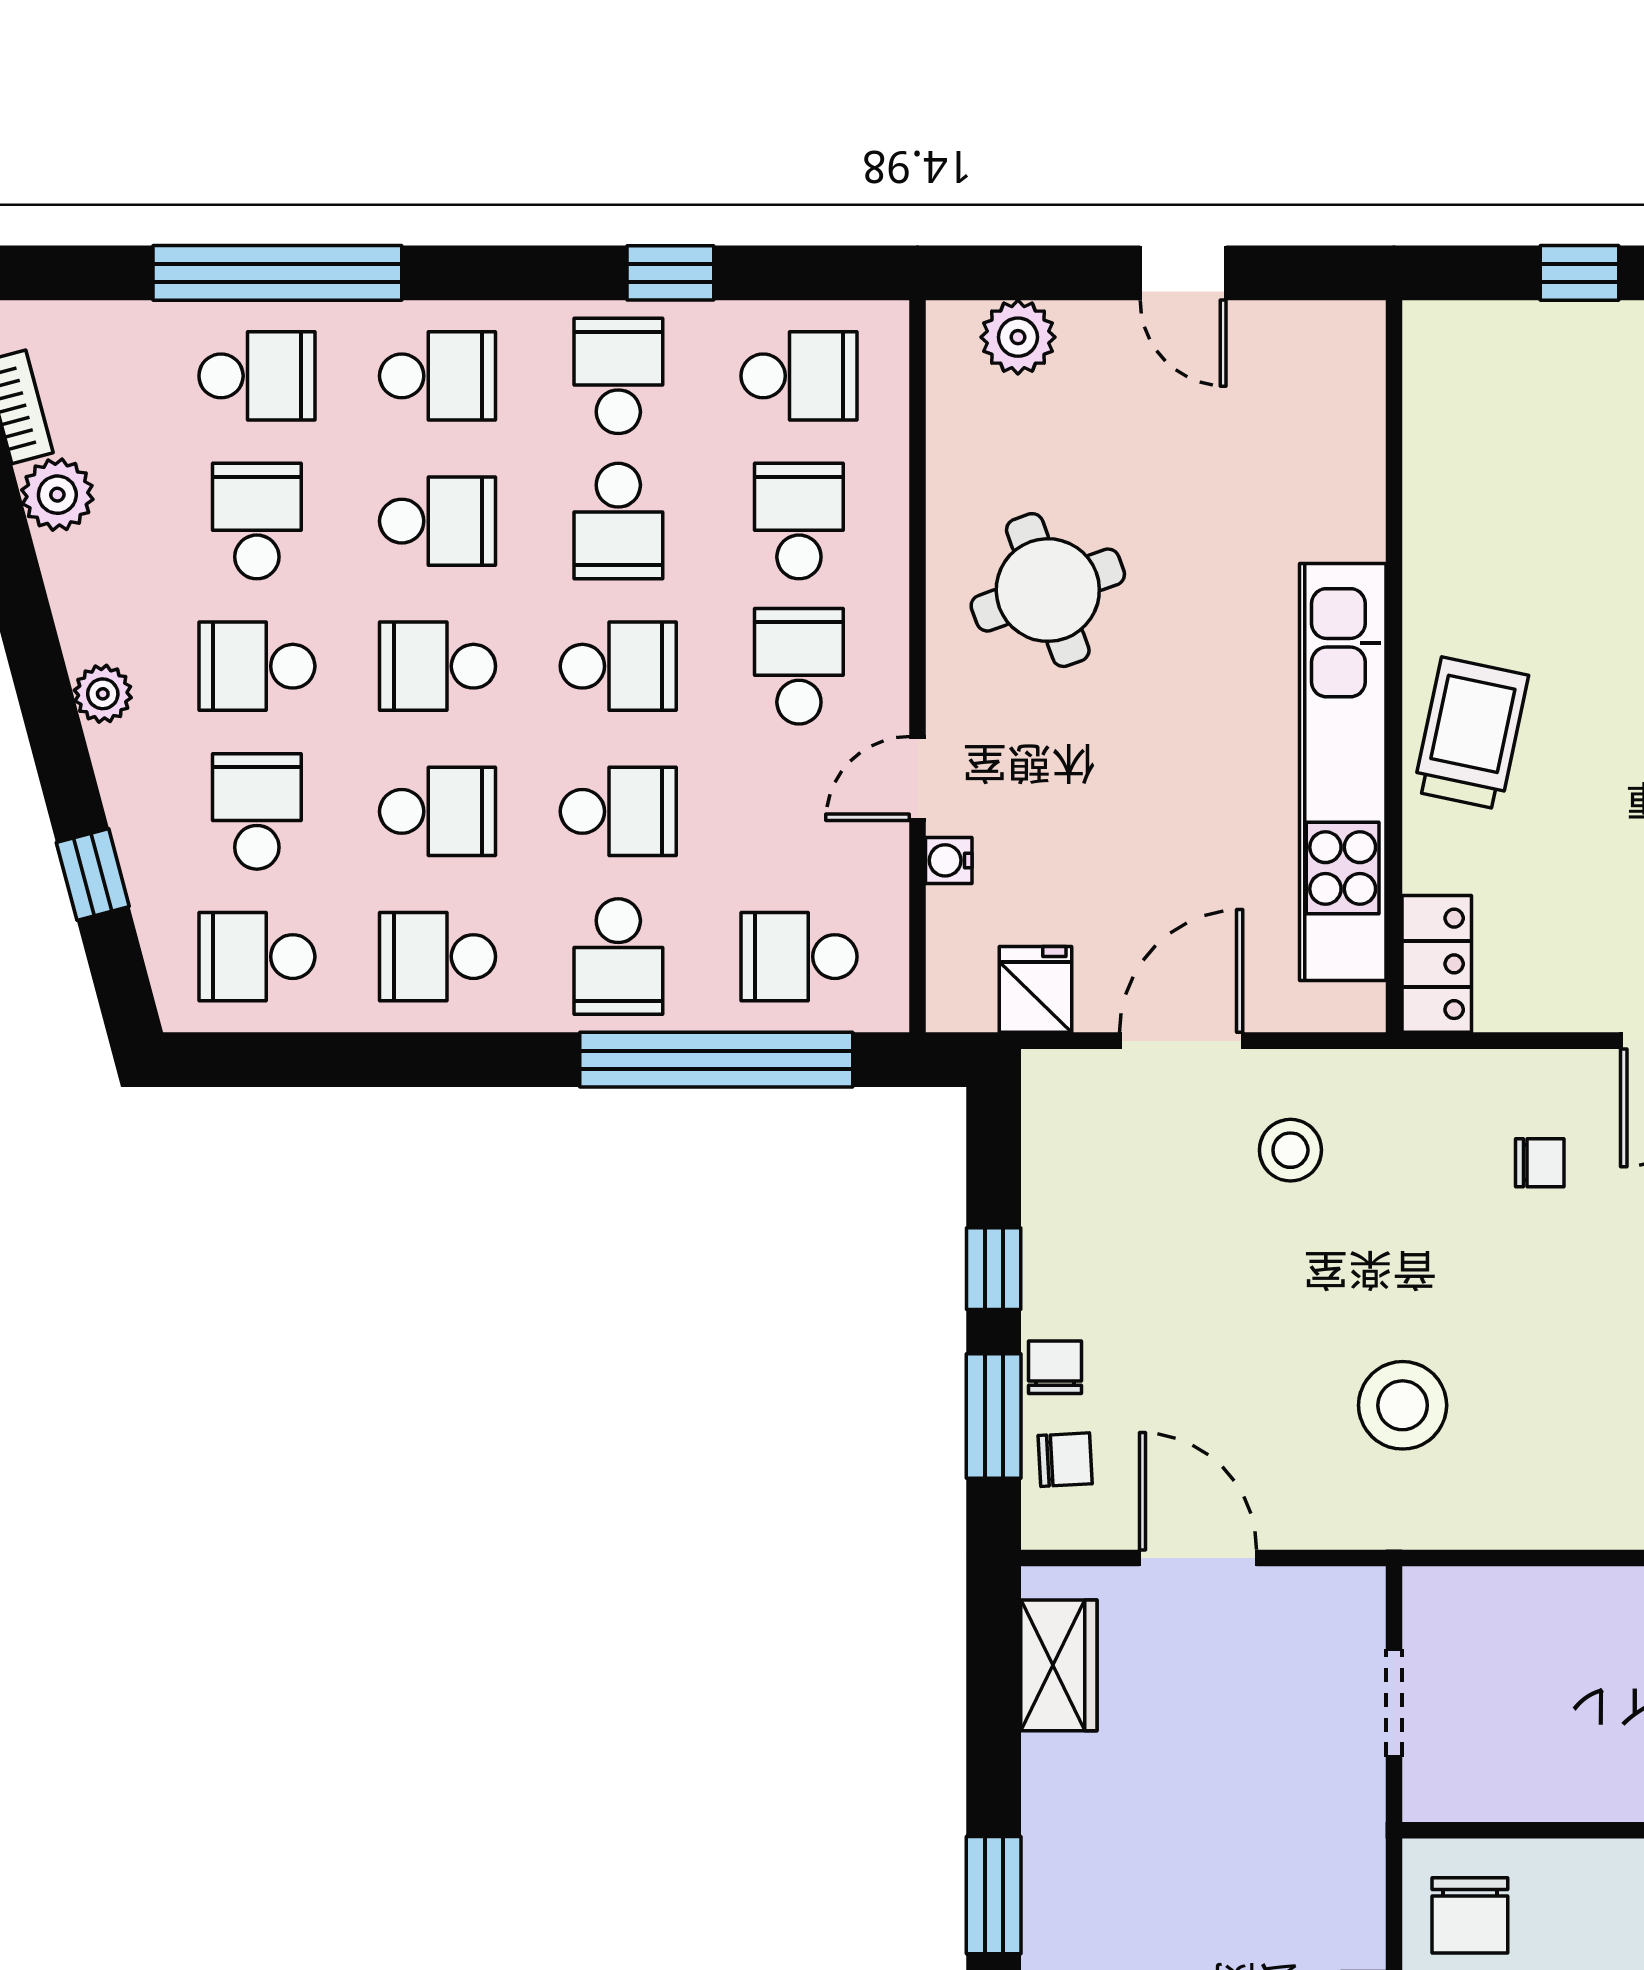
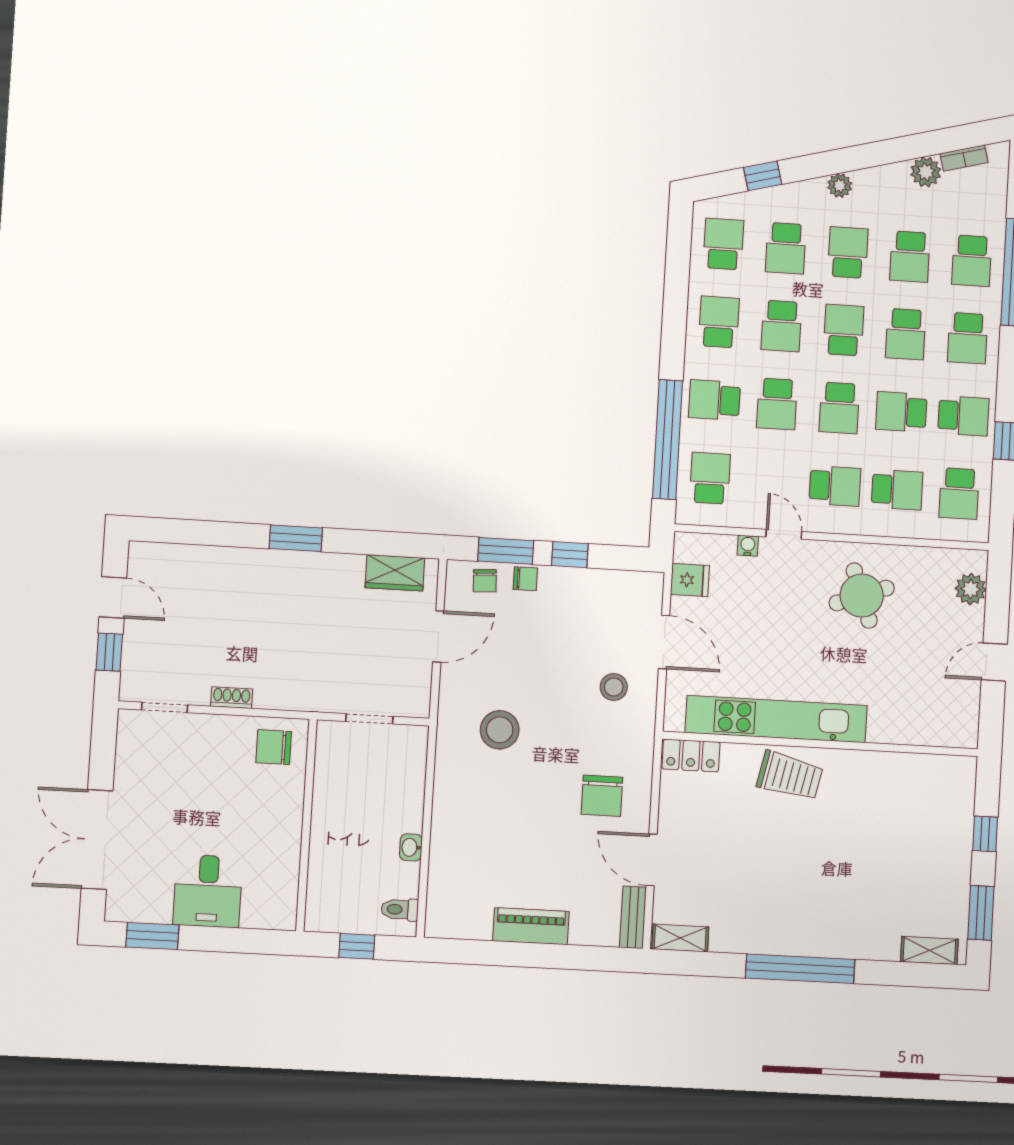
school desk: (257, 521) -> (910, 257), turned 90
school desk: (257, 811) -> (786, 248), turned 90
chair: (1540, 1163) -> (602, 796), width x1.87, depth x1.87

